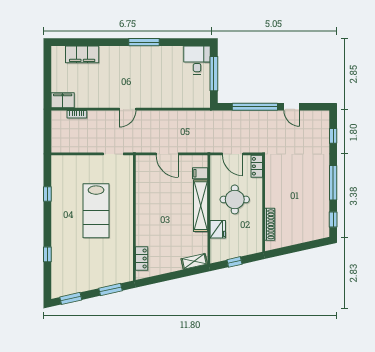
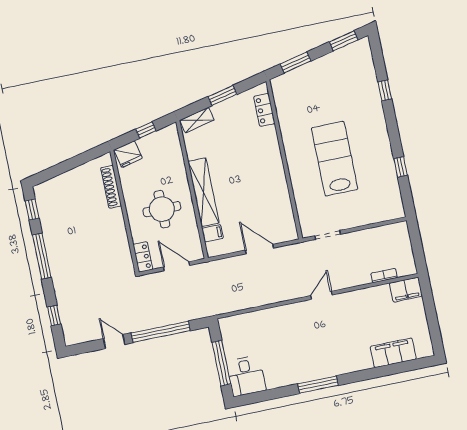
fridge: (218, 229) -> (128, 154), moved, turned -103
window: (171, 276) -> (222, 95), added

